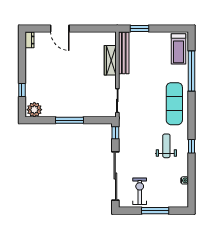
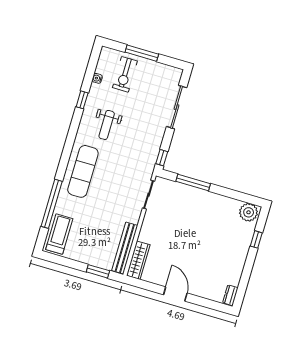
door: (60, 28) -> (175, 294), moved
wardrobe: (110, 60) -> (138, 260), moved
window: (70, 120) -> (193, 183), moved
window: (192, 146) -> (82, 100), moved
sliding door: (115, 176) -> (177, 107), width x0.73
exercise bike: (140, 191) -> (125, 74), moved

